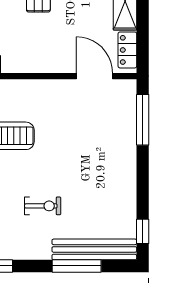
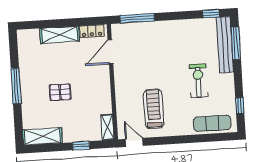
exercise bike: (43, 206) -> (198, 81), width x1.38, depth x1.39
window: (77, 266) -> (236, 43), moved

